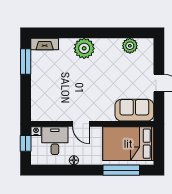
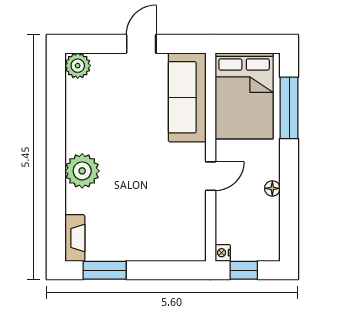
plant: (130, 46) -> (78, 66), moved
sofa: (134, 110) -> (187, 97), width x1.36
desk: (55, 141) -> (239, 221), removed

